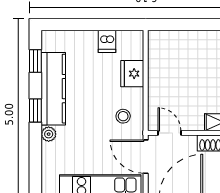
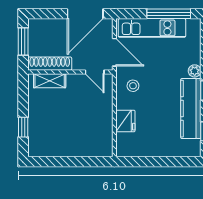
dishwasher: (107, 41) -> (146, 148), removed

